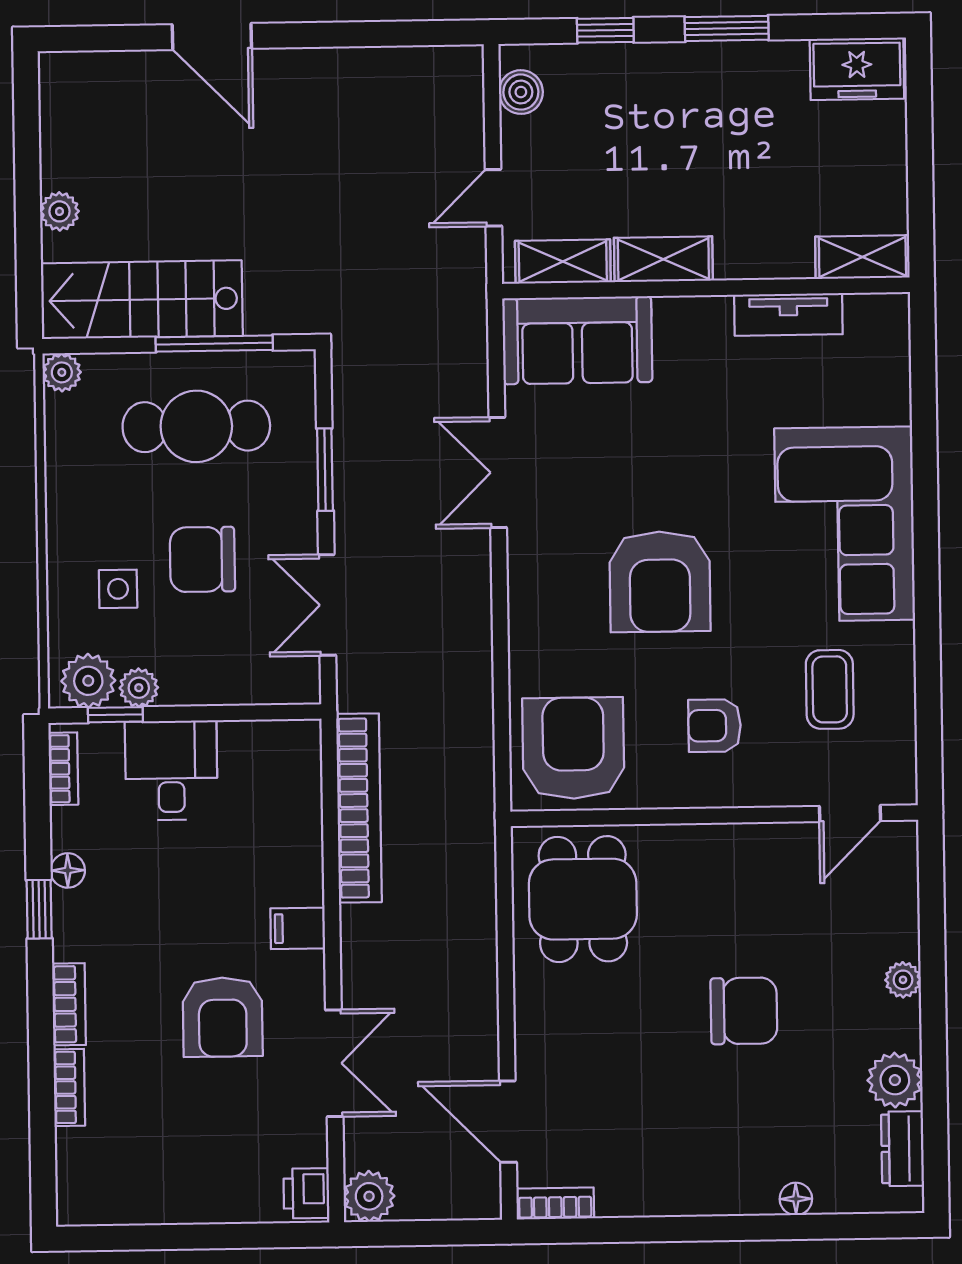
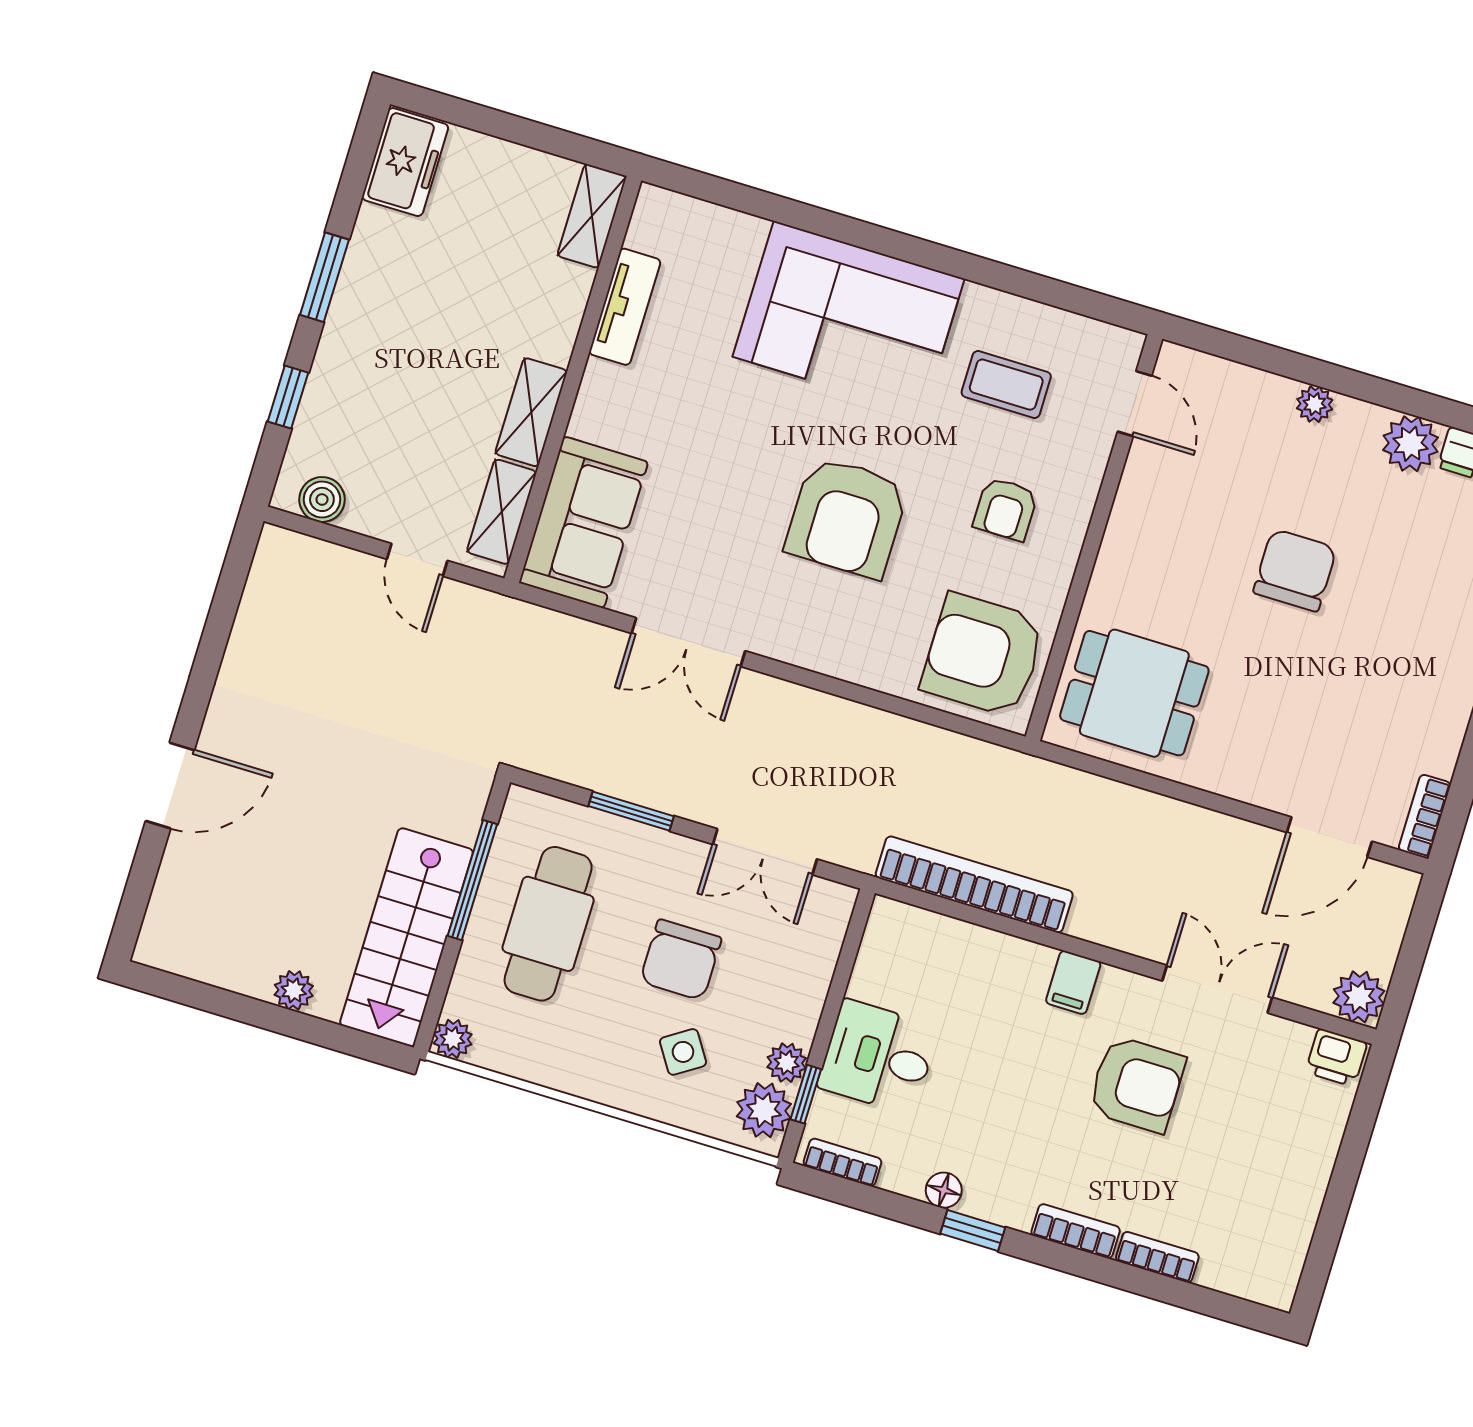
armchair: (660, 582) -> (847, 517), turned 90
side table: (118, 589) -> (683, 1052), turned -33

